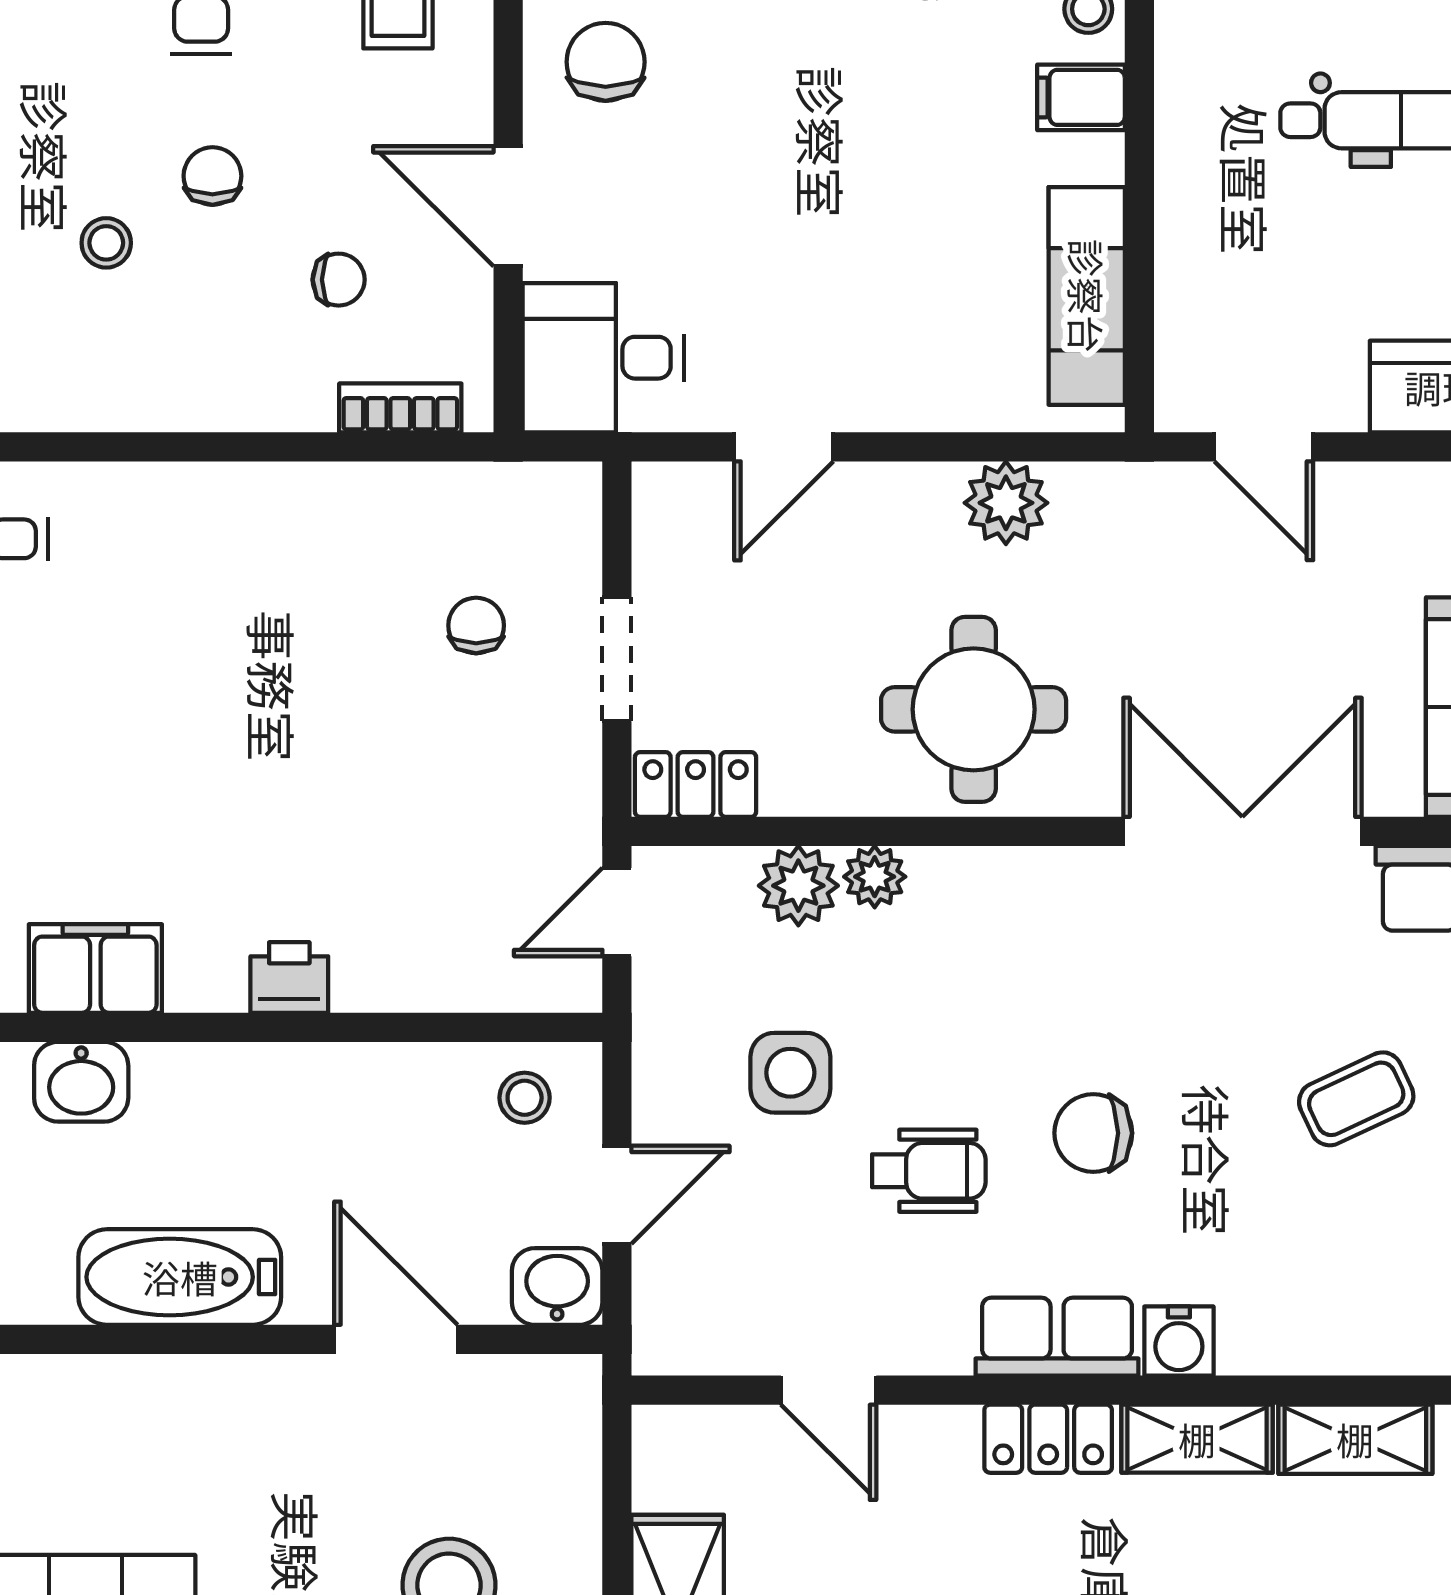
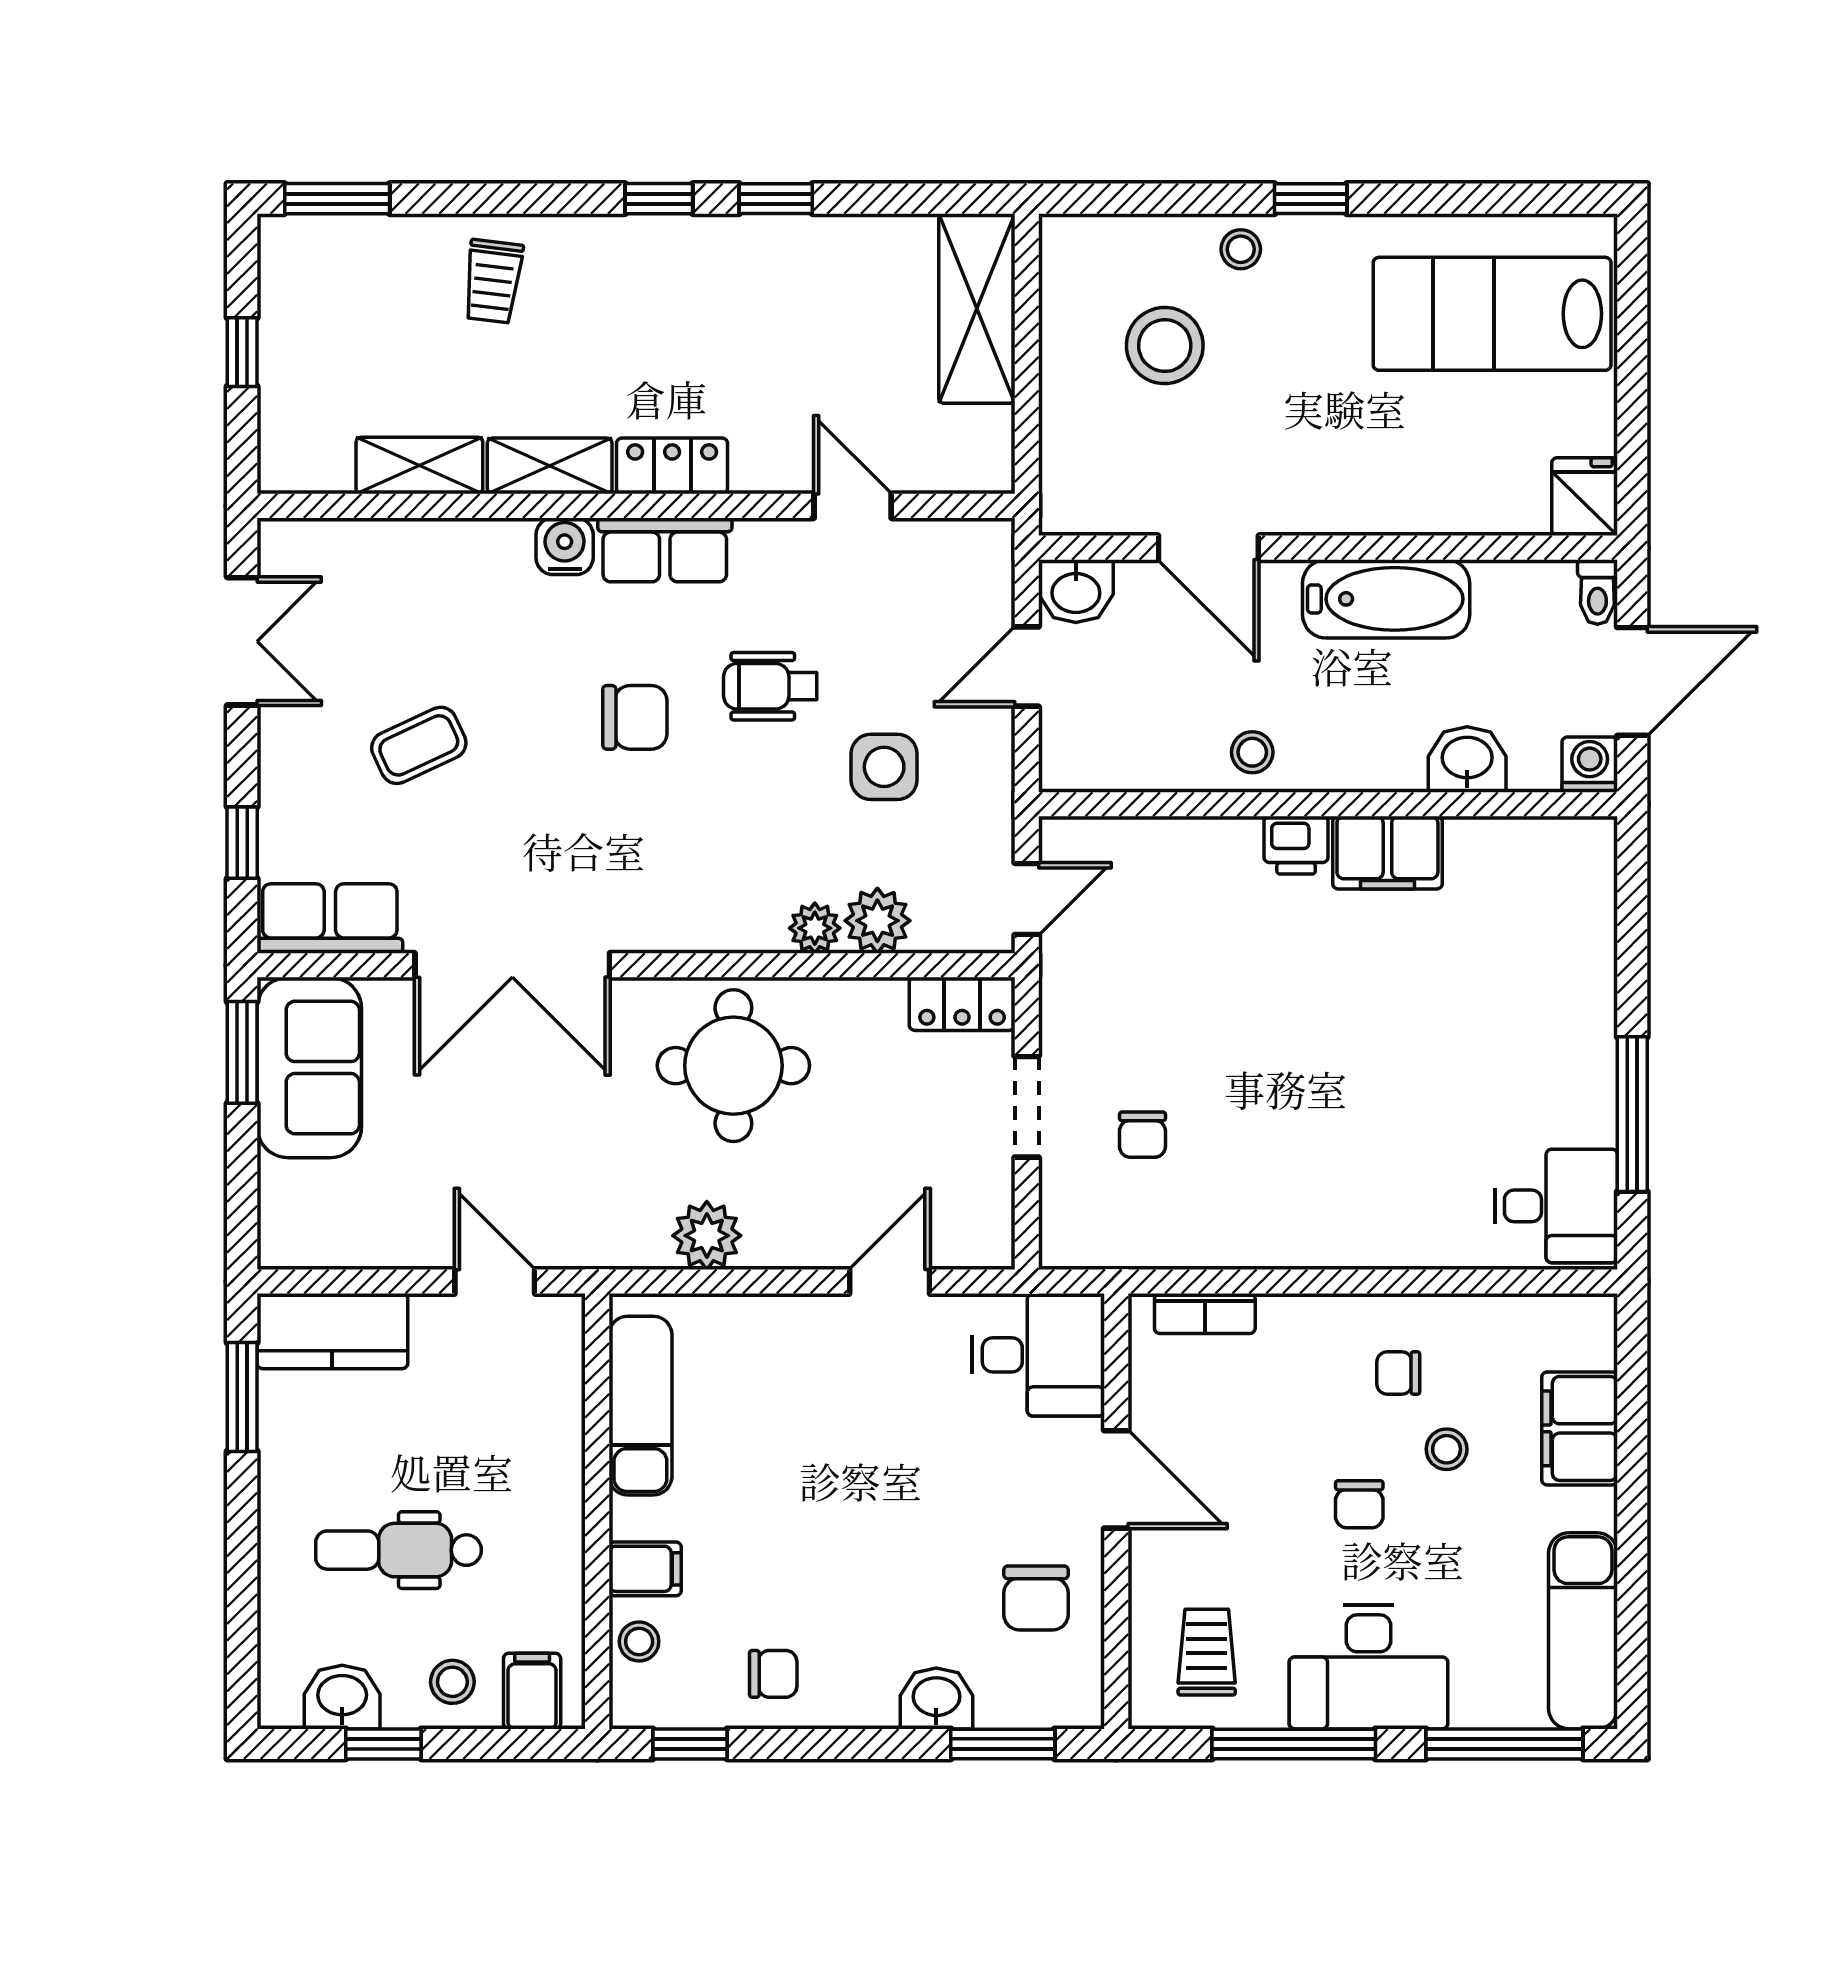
chair: (339, 280) -> (1398, 1373), moved
filing cabinet: (95, 968) -> (1387, 853), moved
stool: (525, 1098) -> (1252, 752), moved

